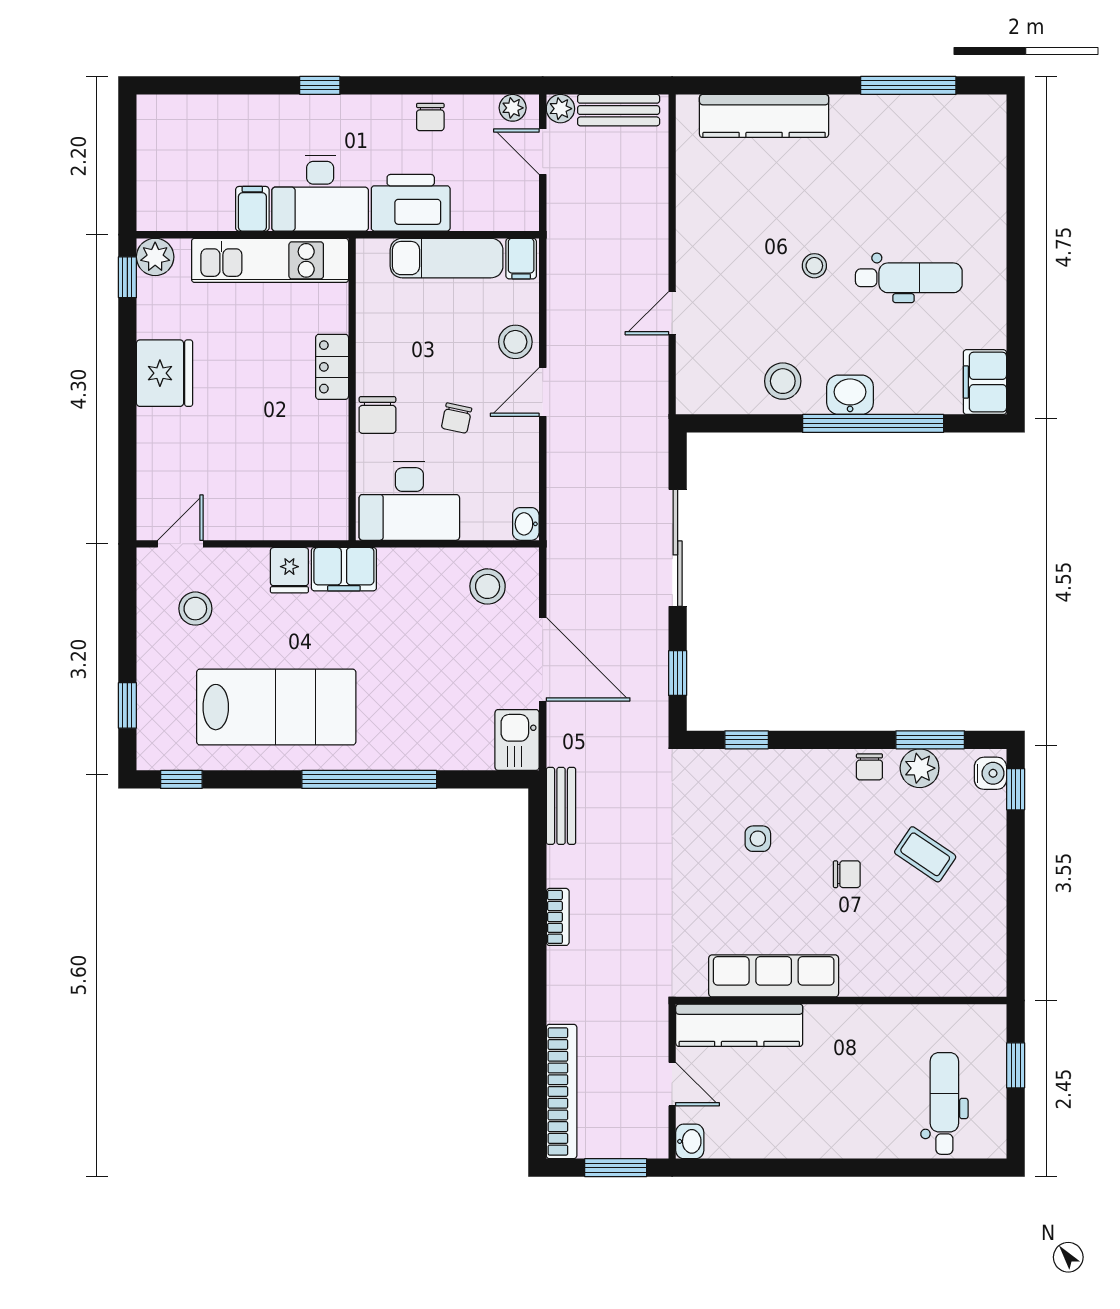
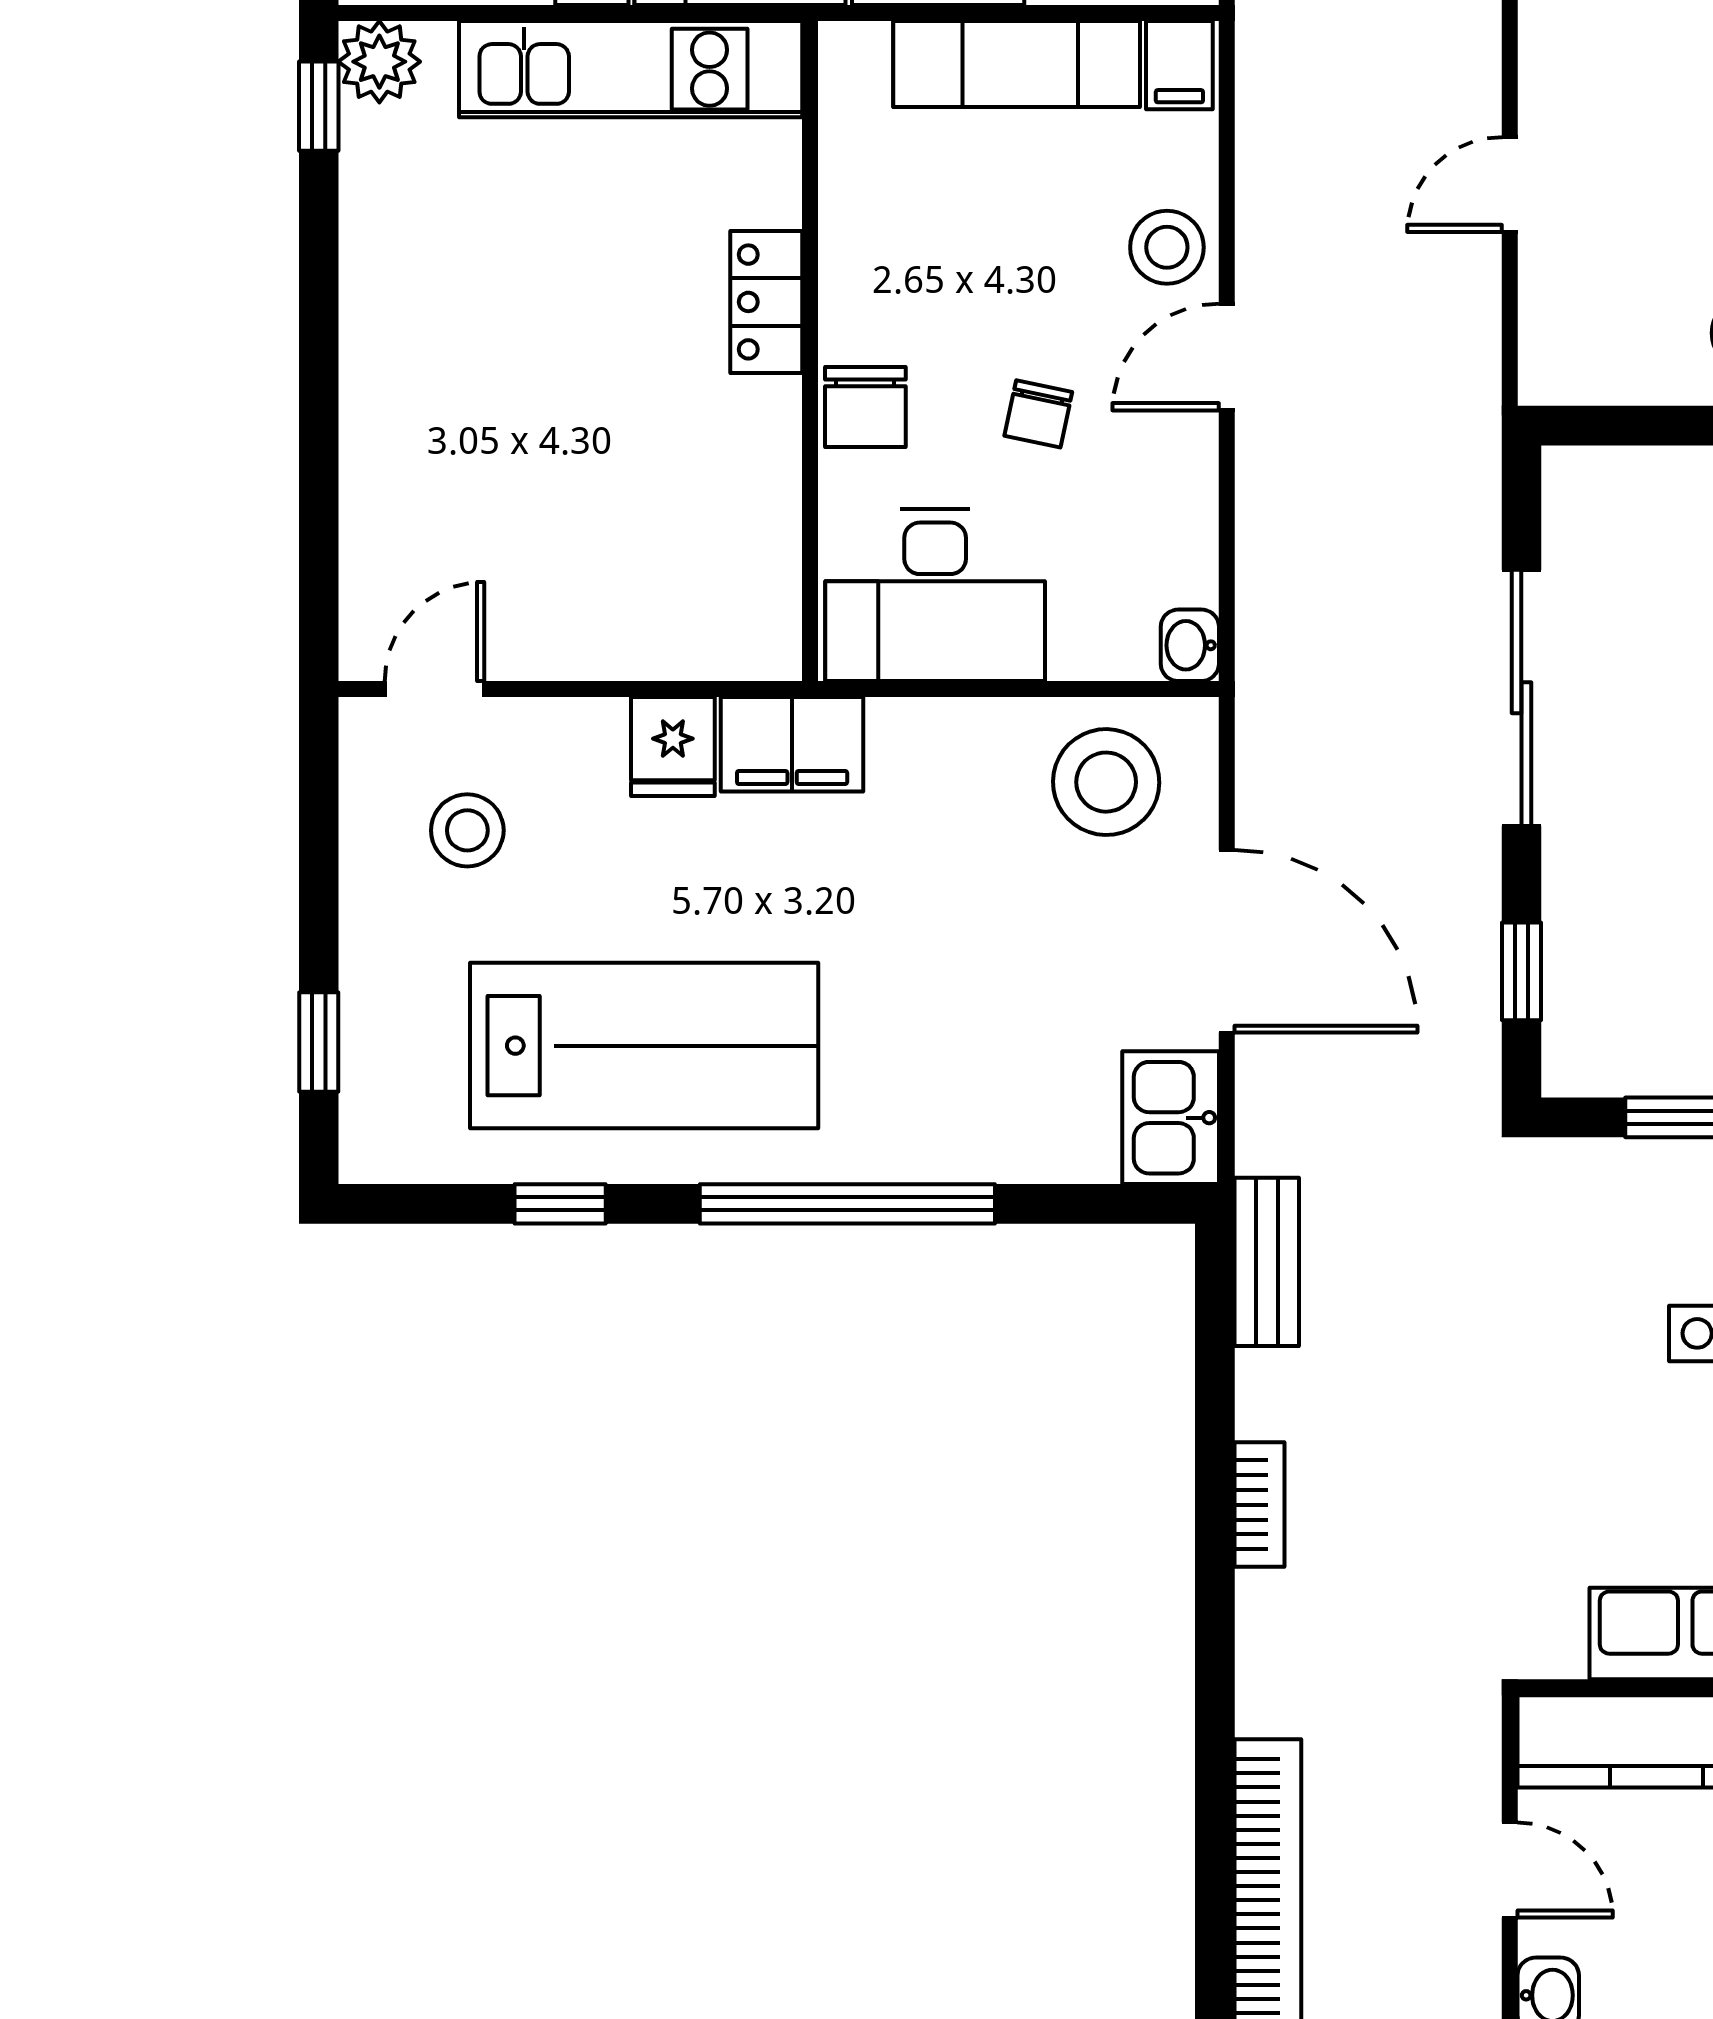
fridge: (164, 373) -> (400, 316), removed
stool: (488, 586) -> (1106, 782), width x1.38, depth x1.38
window: (181, 779) -> (560, 1204), moved

